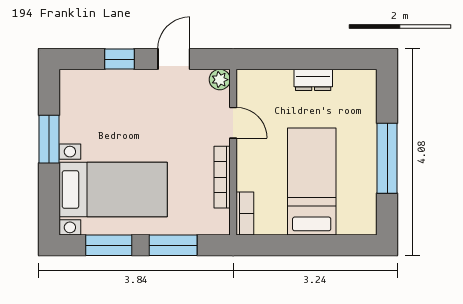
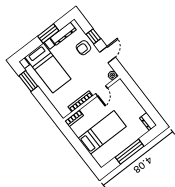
door: (174, 59) -> (107, 55), hinge flipped
dresser: (313, 80) -> (148, 121), moved
armchair: (126, 94) -> (83, 48), added
dresser: (71, 112) -> (63, 34), added
window: (173, 245) -> (45, 103), removed

